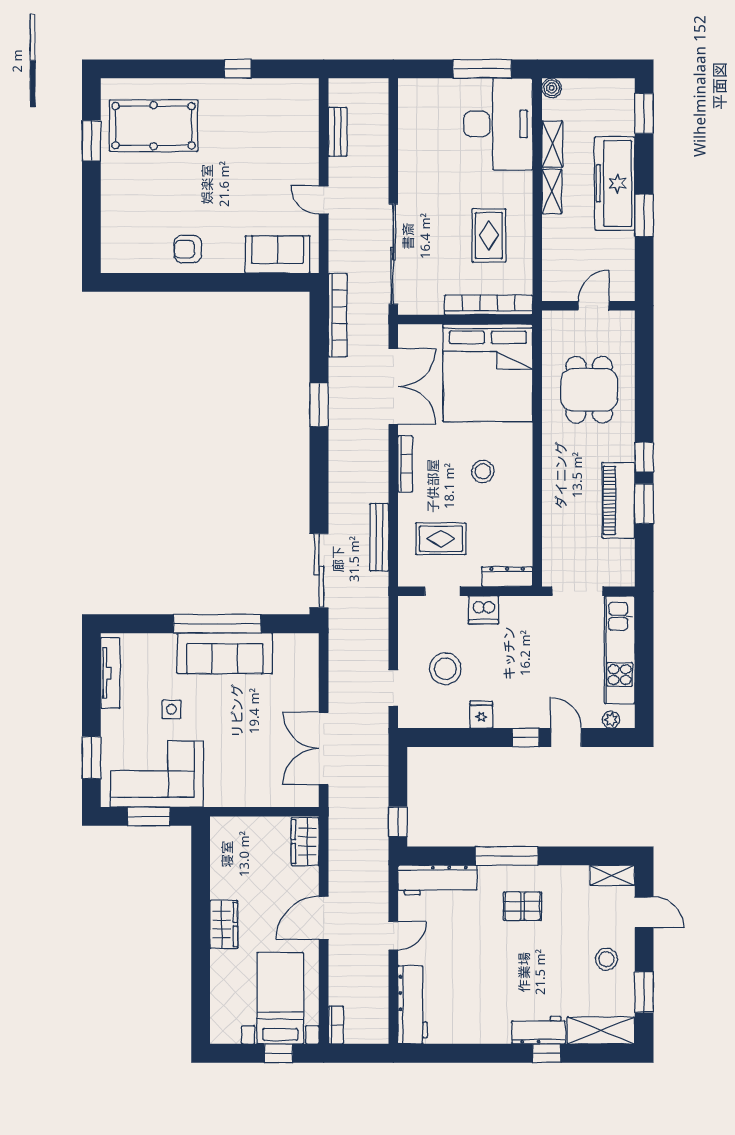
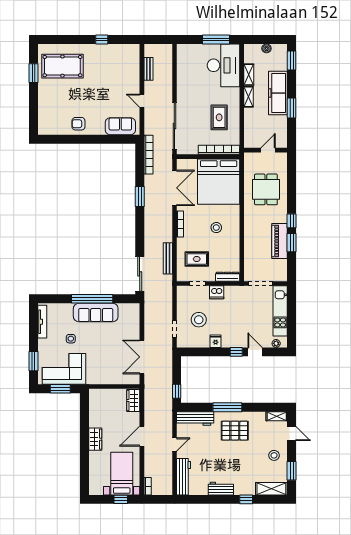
boiler: (552, 88) -> (266, 48), moved
pallet: (523, 906) -> (235, 431), width x1.50, depth x1.42
workbench: (538, 1030) -> (221, 489), moved

